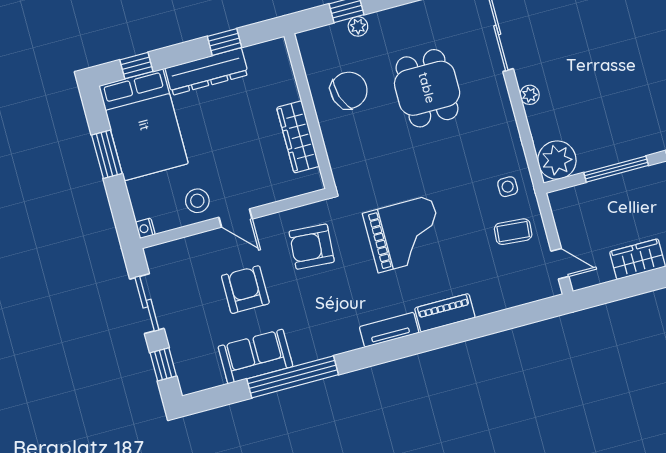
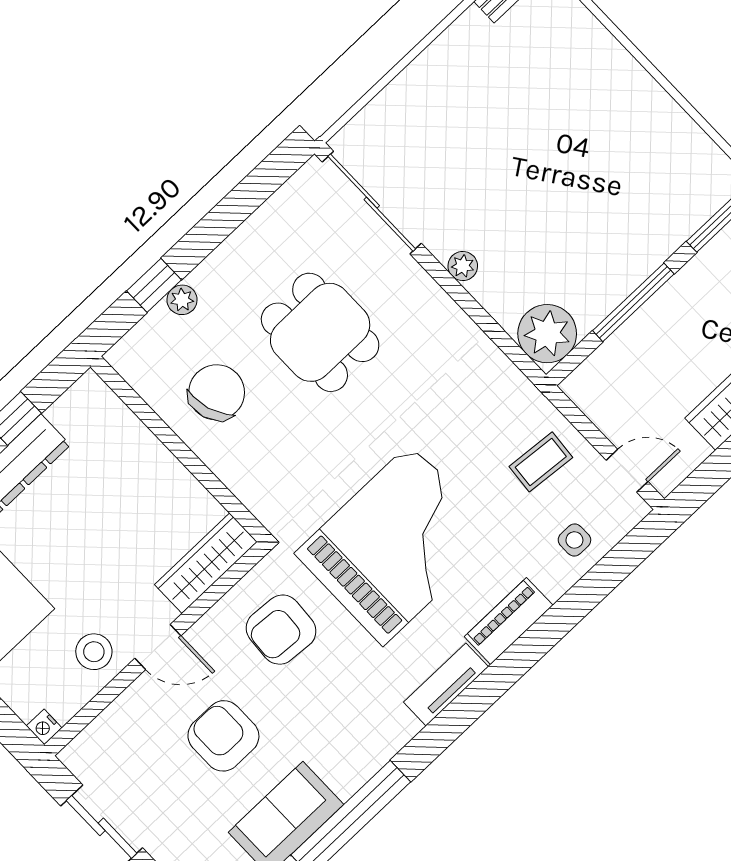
wardrobe: (298, 137) -> (206, 563), moved, turned 90
side table: (508, 187) -> (574, 540), moved
grand piano: (405, 234) -> (397, 544), width x1.37, depth x1.48

